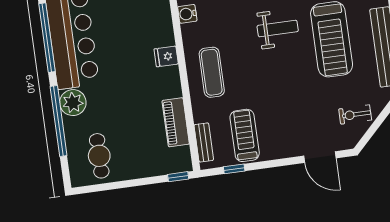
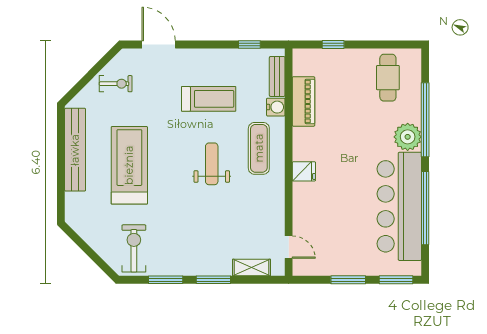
water cooler: (187, 14) -> (276, 107), moved
weight bench: (278, 29) -> (212, 164), moved, turned 90
treadmill: (245, 135) -> (209, 99), moved, turned -90
window: (178, 177) -> (333, 45), moved

